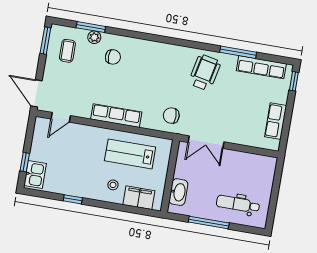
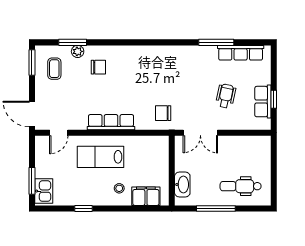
wheelchair: (205, 73) -> (226, 96), moved, width x0.73, depth x0.73
window: (294, 81) -> (274, 99), moved
lab bench: (130, 154) -> (100, 157), moved
window: (25, 162) -> (32, 181), width x1.50

